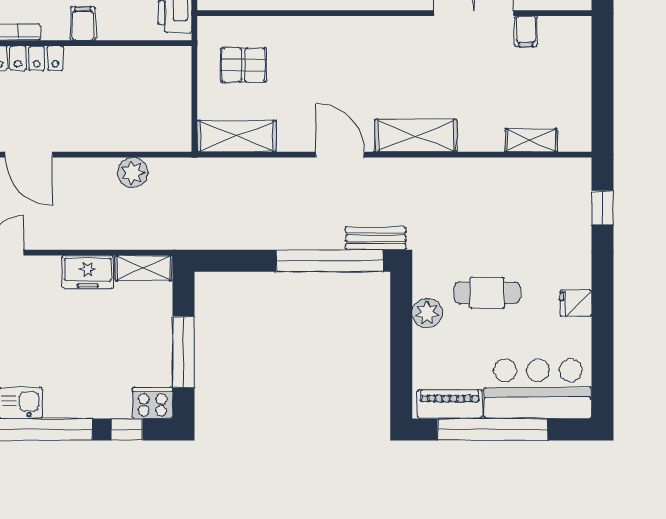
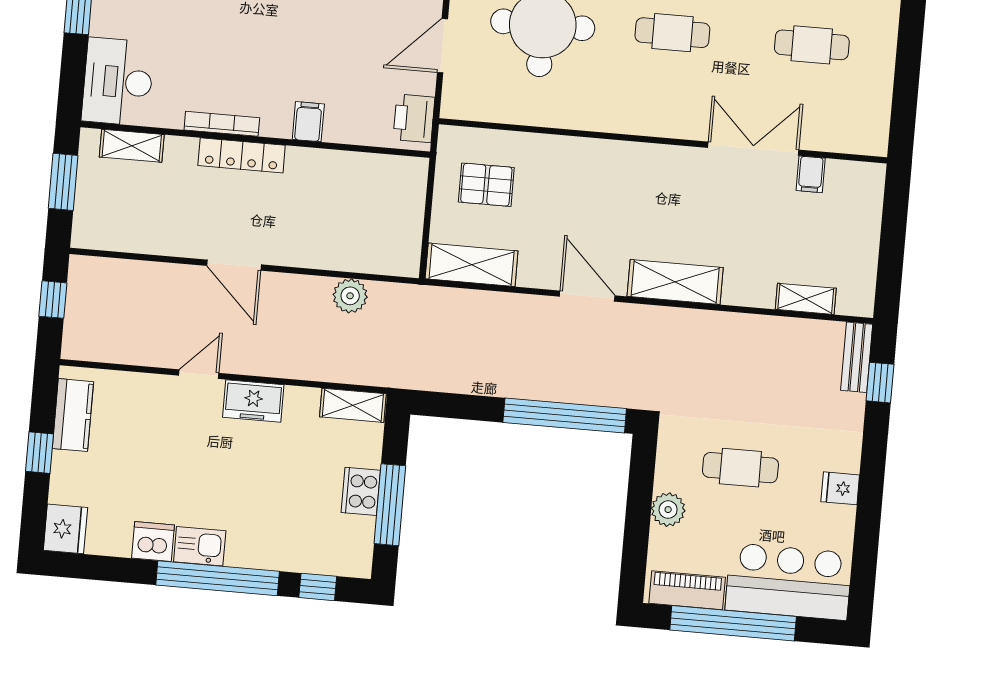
bench: (376, 238) -> (857, 357), moved, turned 90
freezer: (88, 272) -> (253, 401), moved
plant: (427, 313) -> (668, 510), moved
cooker: (153, 403) -> (361, 491), moved, turned -90

